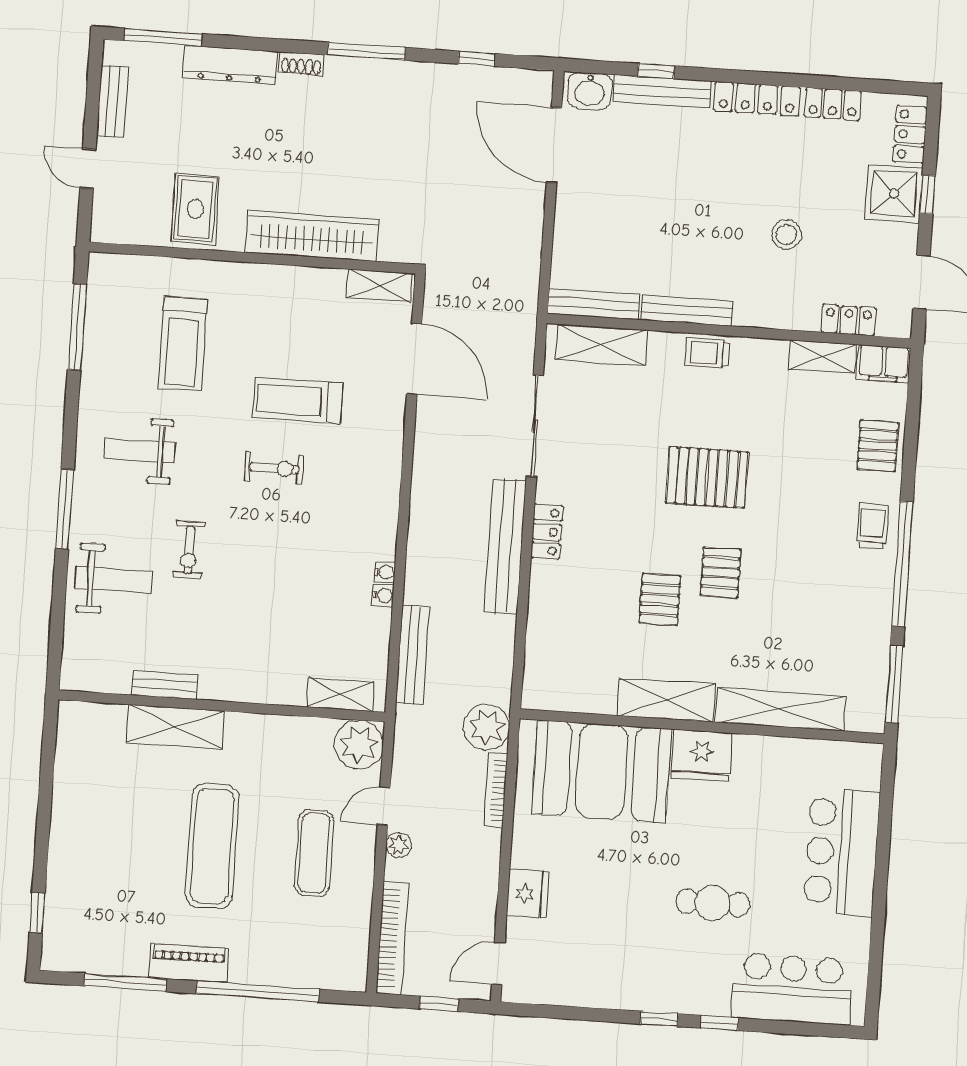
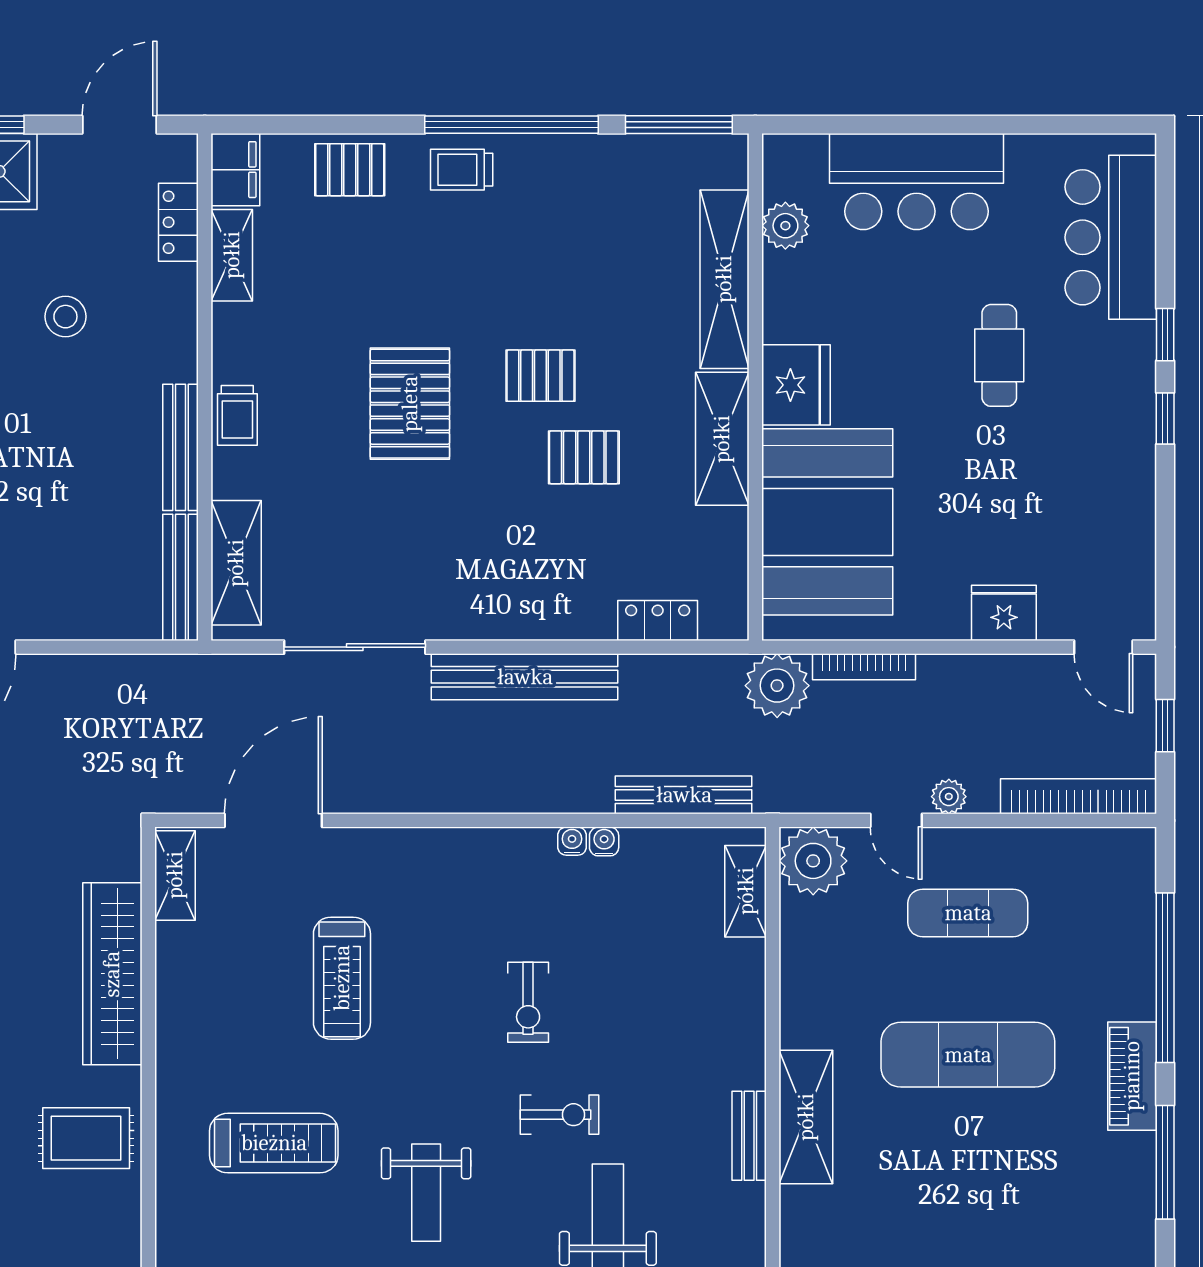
exercise bike: (274, 468) -> (528, 1002), moved, turned 180
locker: (547, 532) -> (658, 620), moved
plant: (816, 756) -> (785, 226), added

